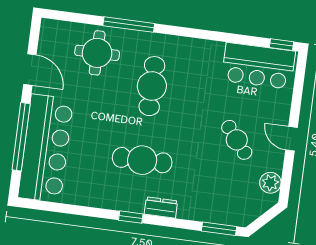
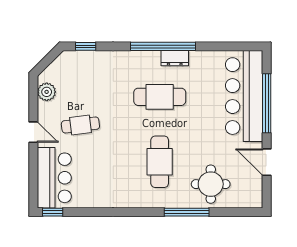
bar counter: (258, 66) -> (54, 178), moved, turned 90
cafe table: (237, 140) -> (80, 125), turned -58
dresser: (161, 207) -> (175, 58), moved
window: (131, 217) -> (163, 46), width x3.17
window: (219, 229) -> (86, 46), width x0.67

